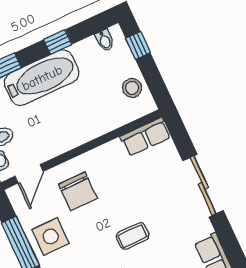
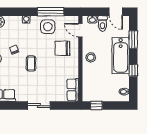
window: (138, 46) -> (96, 105), moved
stool: (132, 88) -> (91, 57), moved
sliding door: (203, 186) -> (39, 105), width x0.73

